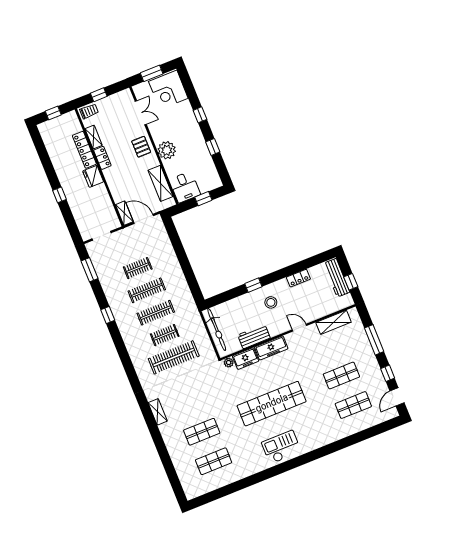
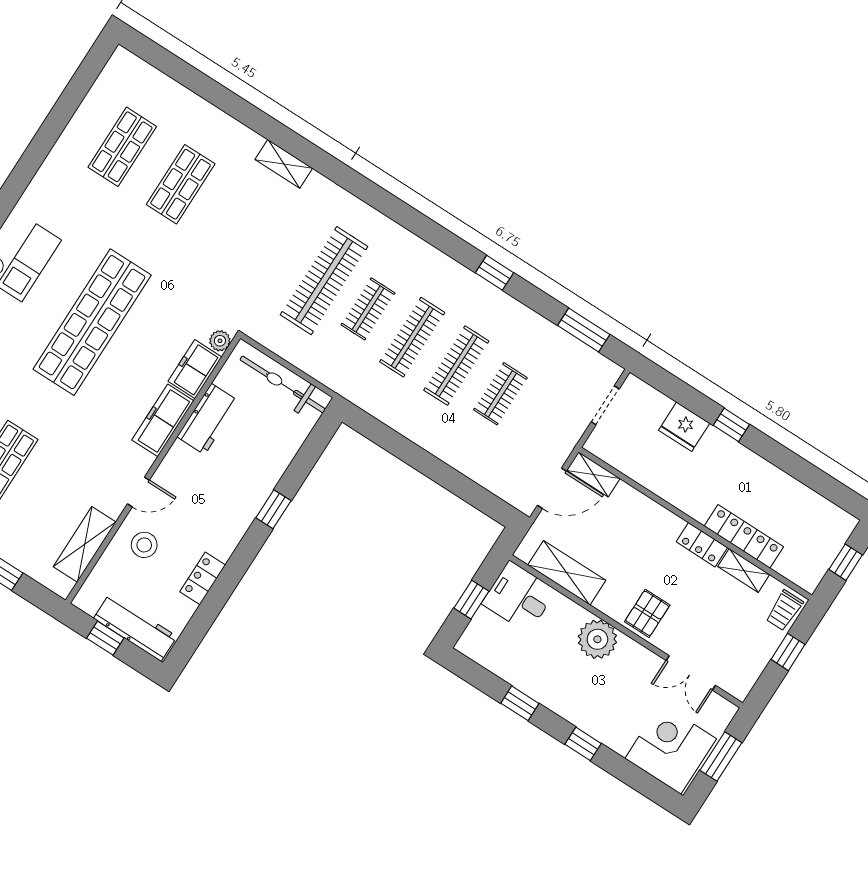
pallet: (141, 147) -> (647, 613), turned 90
fridge: (93, 176) -> (684, 427), moved, turned 180
stool: (271, 302) -> (144, 545), moved

